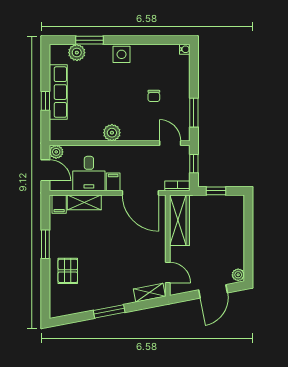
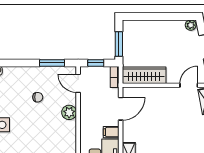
plant: (112, 133) -> (69, 112), moved
door: (170, 143) -> (78, 83), hinge flipped
window: (216, 191) -> (119, 44), width x1.50
door: (140, 193) -> (121, 109), width x0.73

